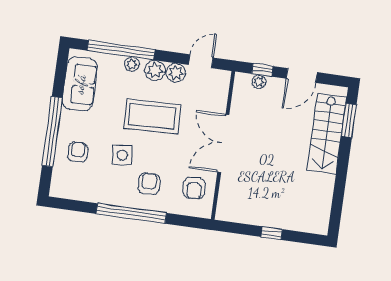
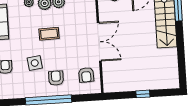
coffee table: (152, 116) -> (49, 34), width x0.54, depth x0.58
double door: (223, 143) -> (99, 42), swing flipped

